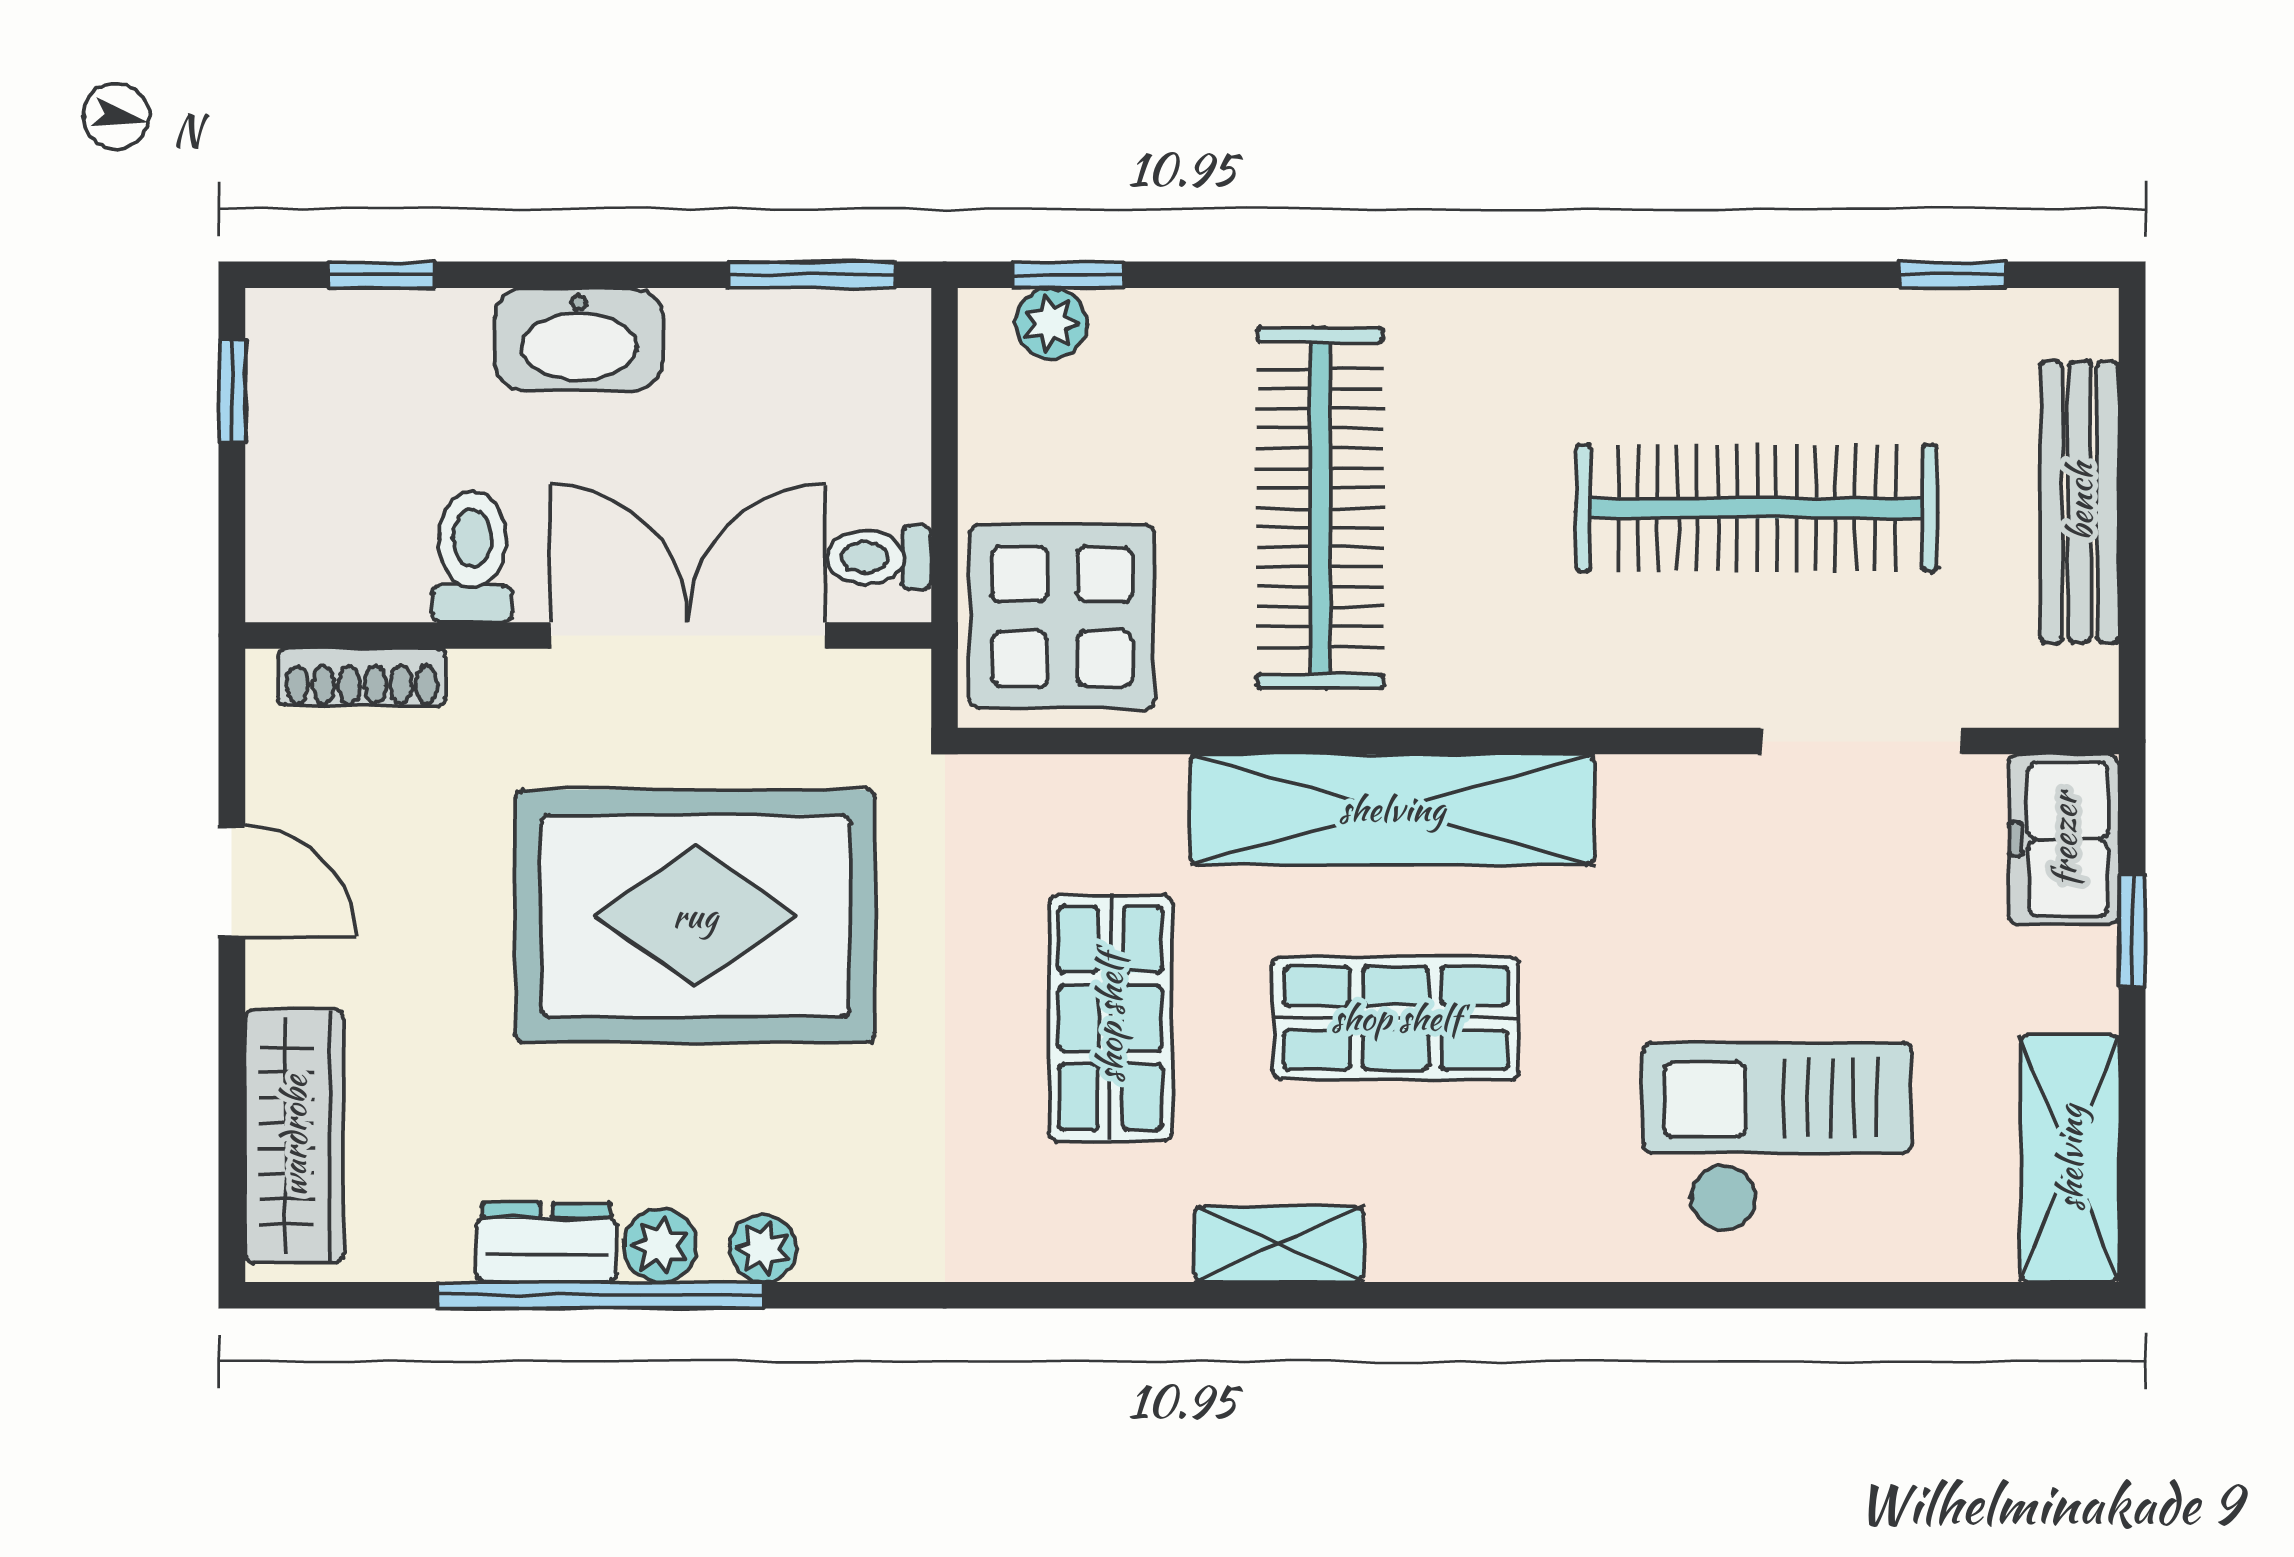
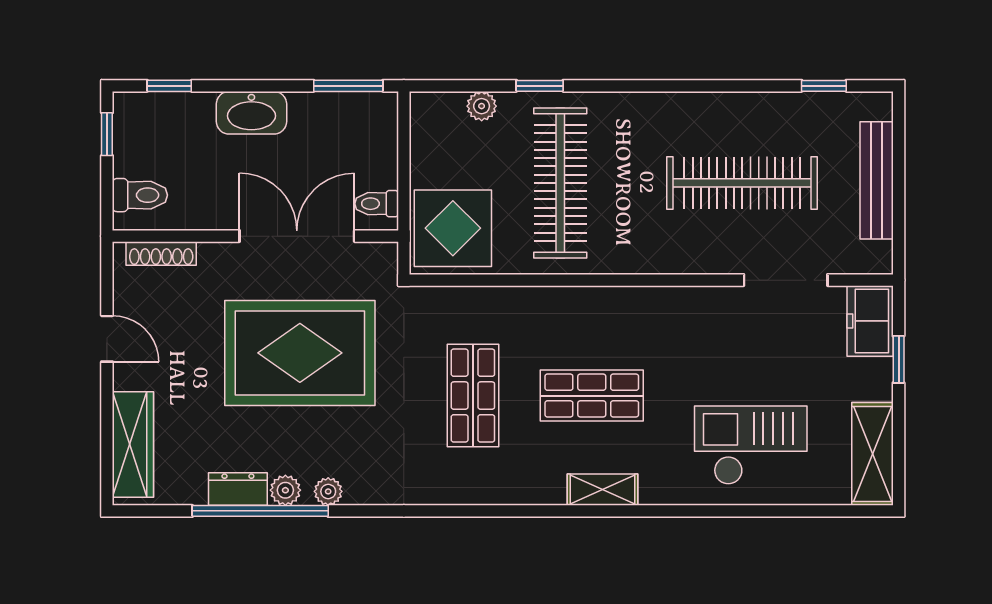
window: (1068, 275) -> (540, 86), moved
plant: (1051, 323) -> (482, 106), moved
toilet: (472, 556) -> (140, 195), moved, turned 90
shelving: (1392, 809) -> (590, 309), removed
shelving: (1279, 1244) -> (603, 490), moved

